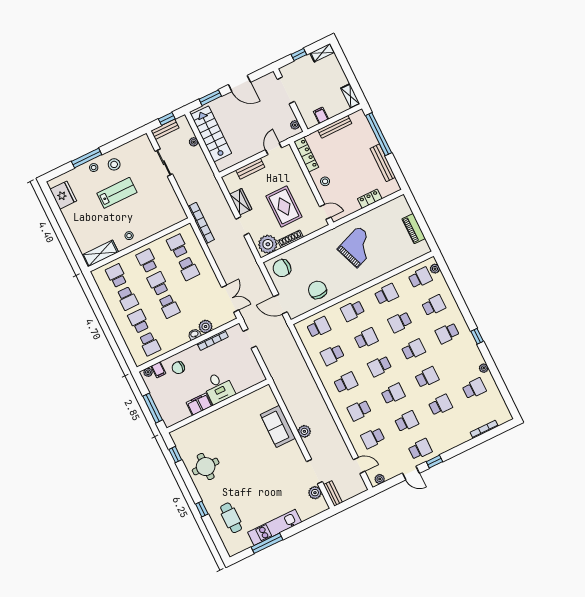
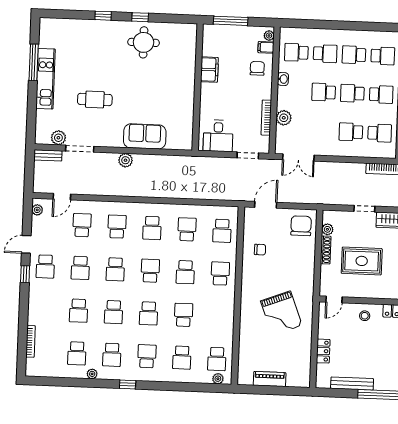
plant: (268, 244) -> (327, 229), width x0.53, depth x0.53
school desk: (158, 284) -> (352, 93), turned 180
chair: (317, 290) -> (260, 250), width x0.54, depth x0.54
school desk: (386, 294) -> (112, 355), moved
washbasin: (194, 334) -> (283, 79), moved
desk: (219, 388) -> (218, 136), moved, turned -90
window: (175, 455) -> (140, 17), moved
cafe table: (231, 518) -> (95, 99), moved

